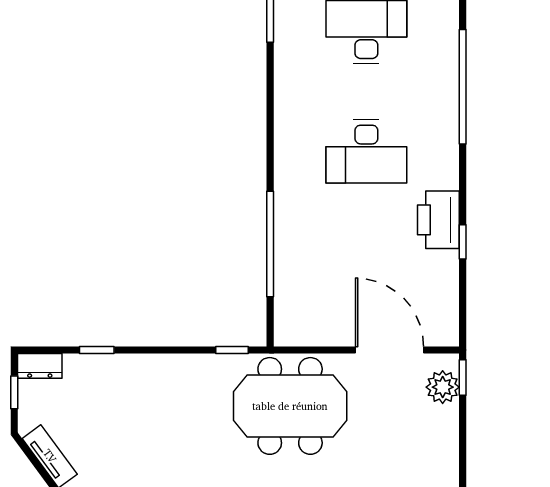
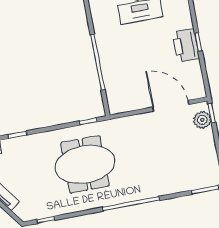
printer: (438, 220) -> (186, 45), moved
meeting table: (290, 406) -> (85, 164), moved

